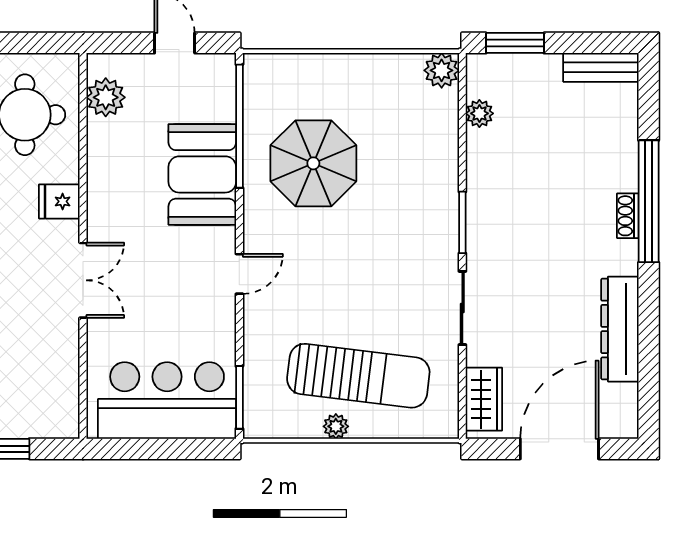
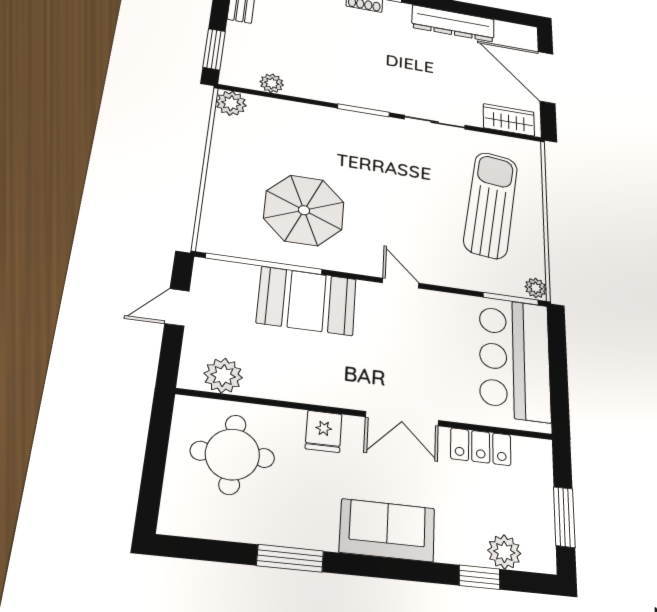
double door: (83, 280) -> (402, 419), swing flipped
locker: (63, 363) -> (481, 447), added
plant: (336, 426) -> (536, 288), moved

